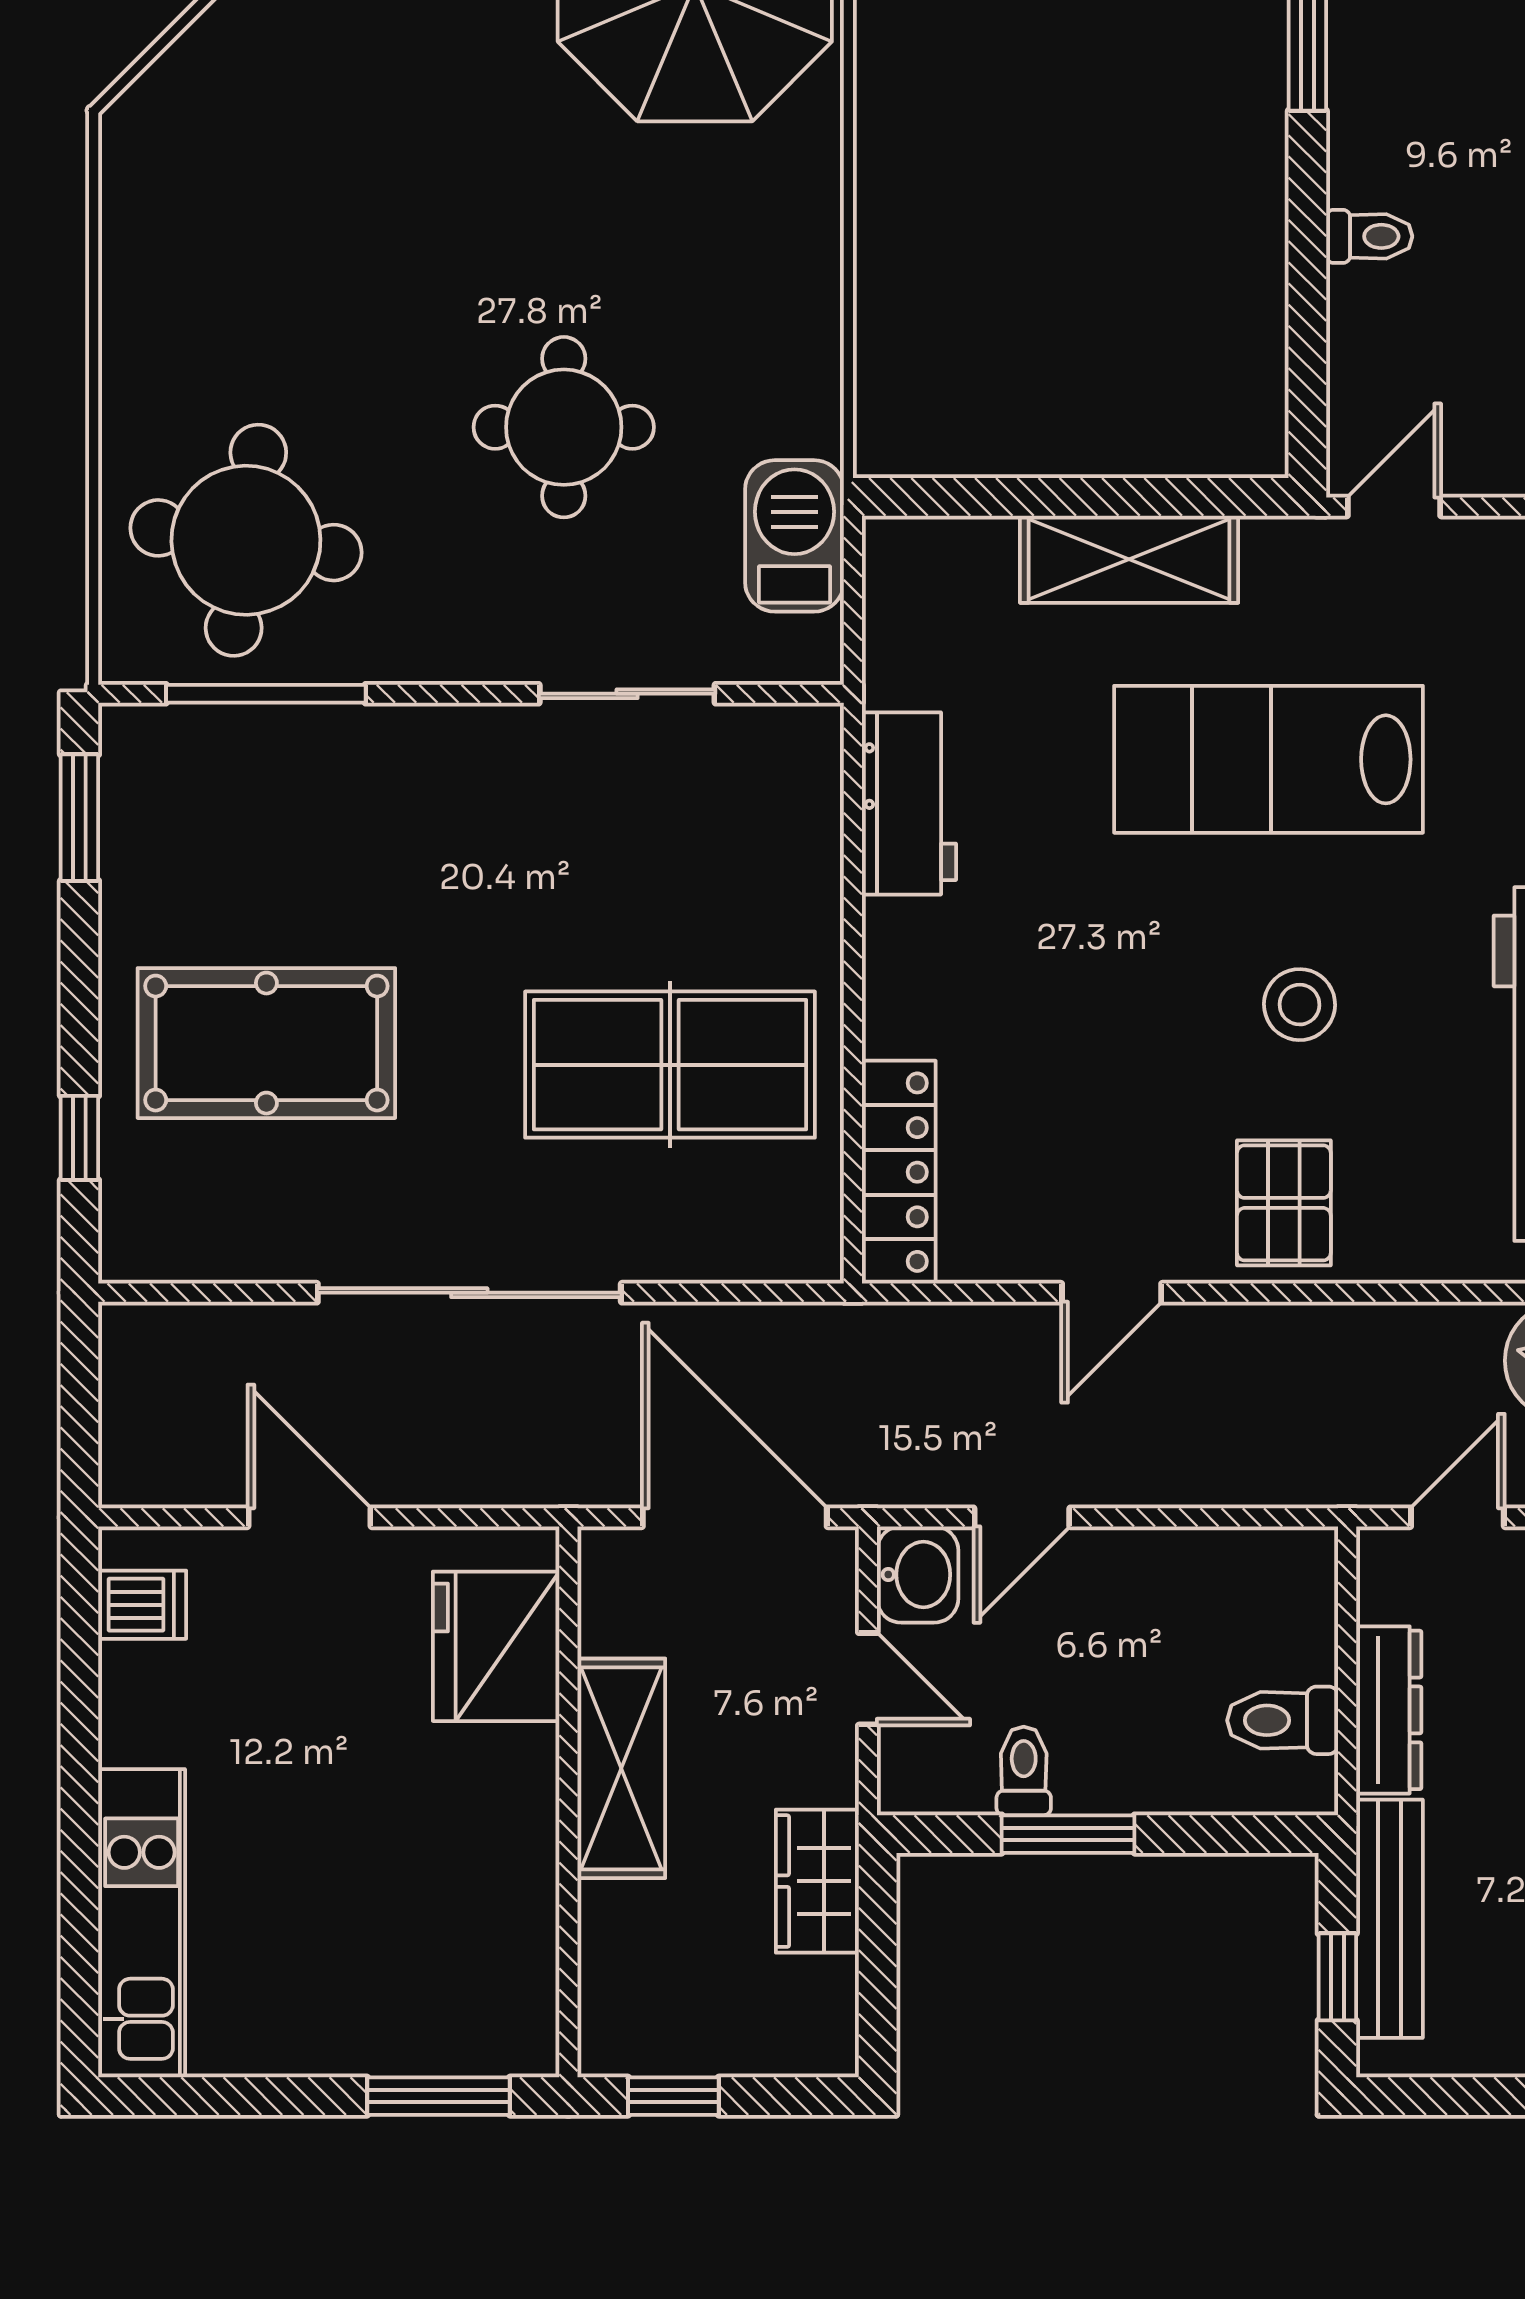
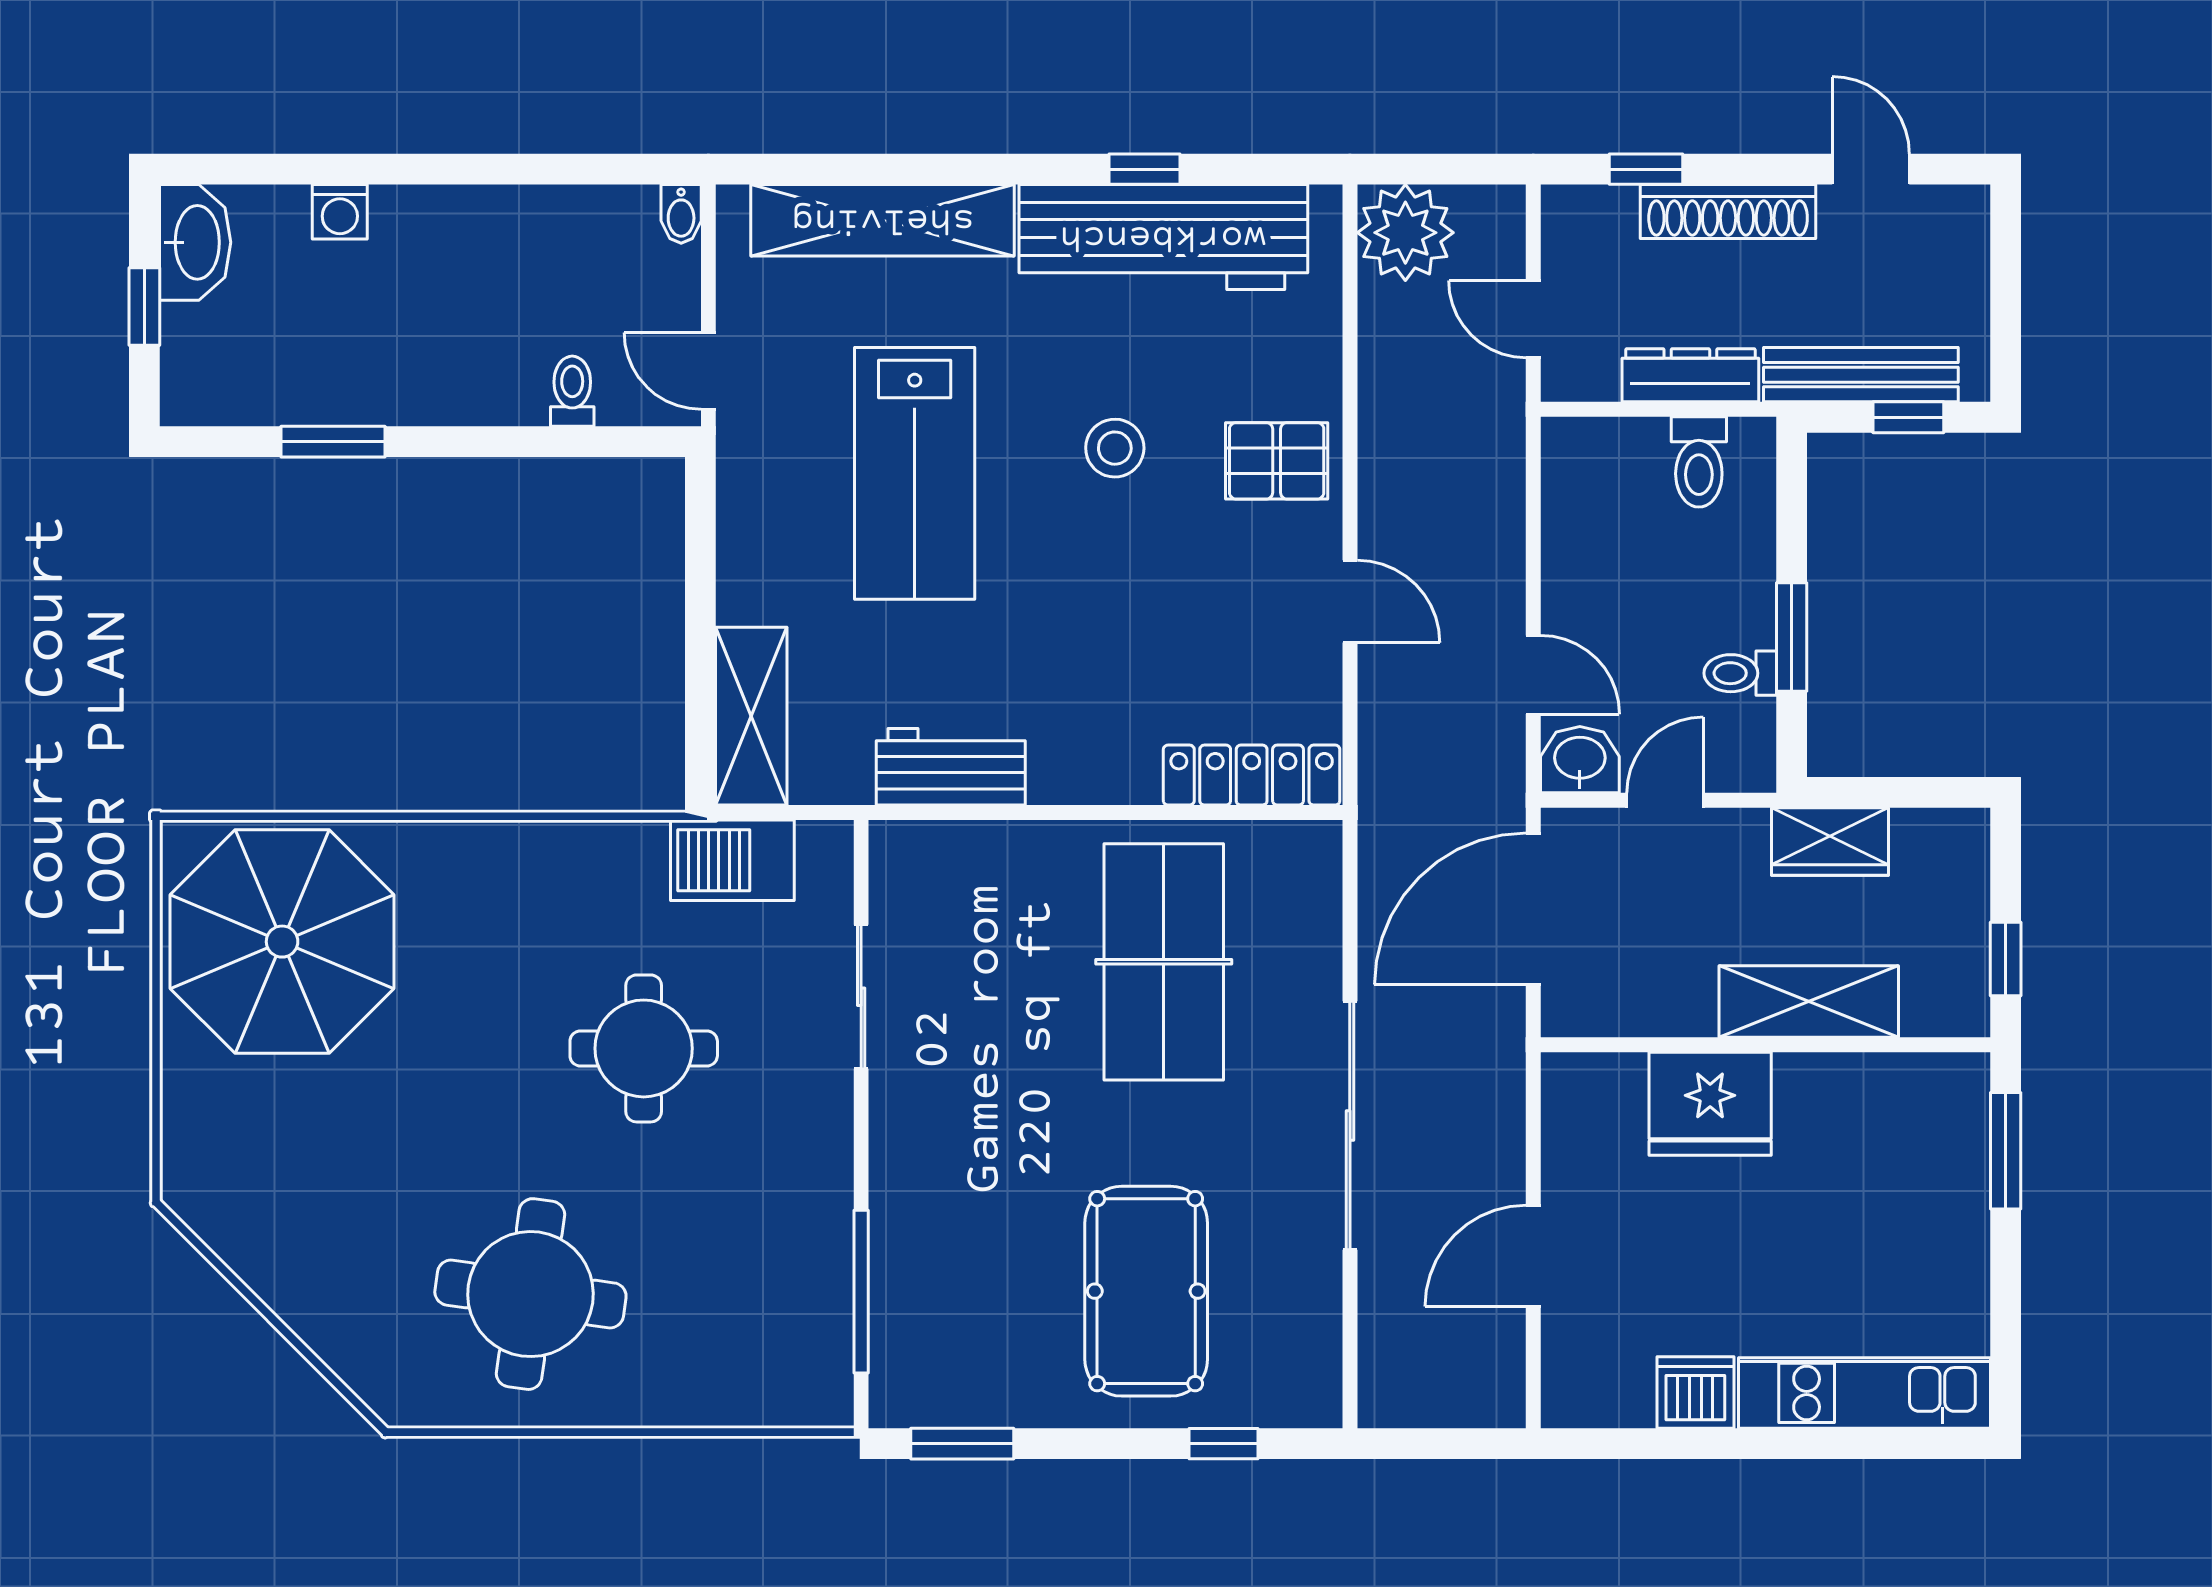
toilet: (1369, 236) -> (572, 391), moved
round table: (246, 540) -> (530, 1294), moved
shelving: (1129, 559) -> (751, 716), moved
dishwasher: (142, 1605) -> (1695, 1393), moved, width x1.38
fridge: (496, 1646) -> (1710, 1104), moved
shelving: (621, 1768) -> (1809, 1002), moved

